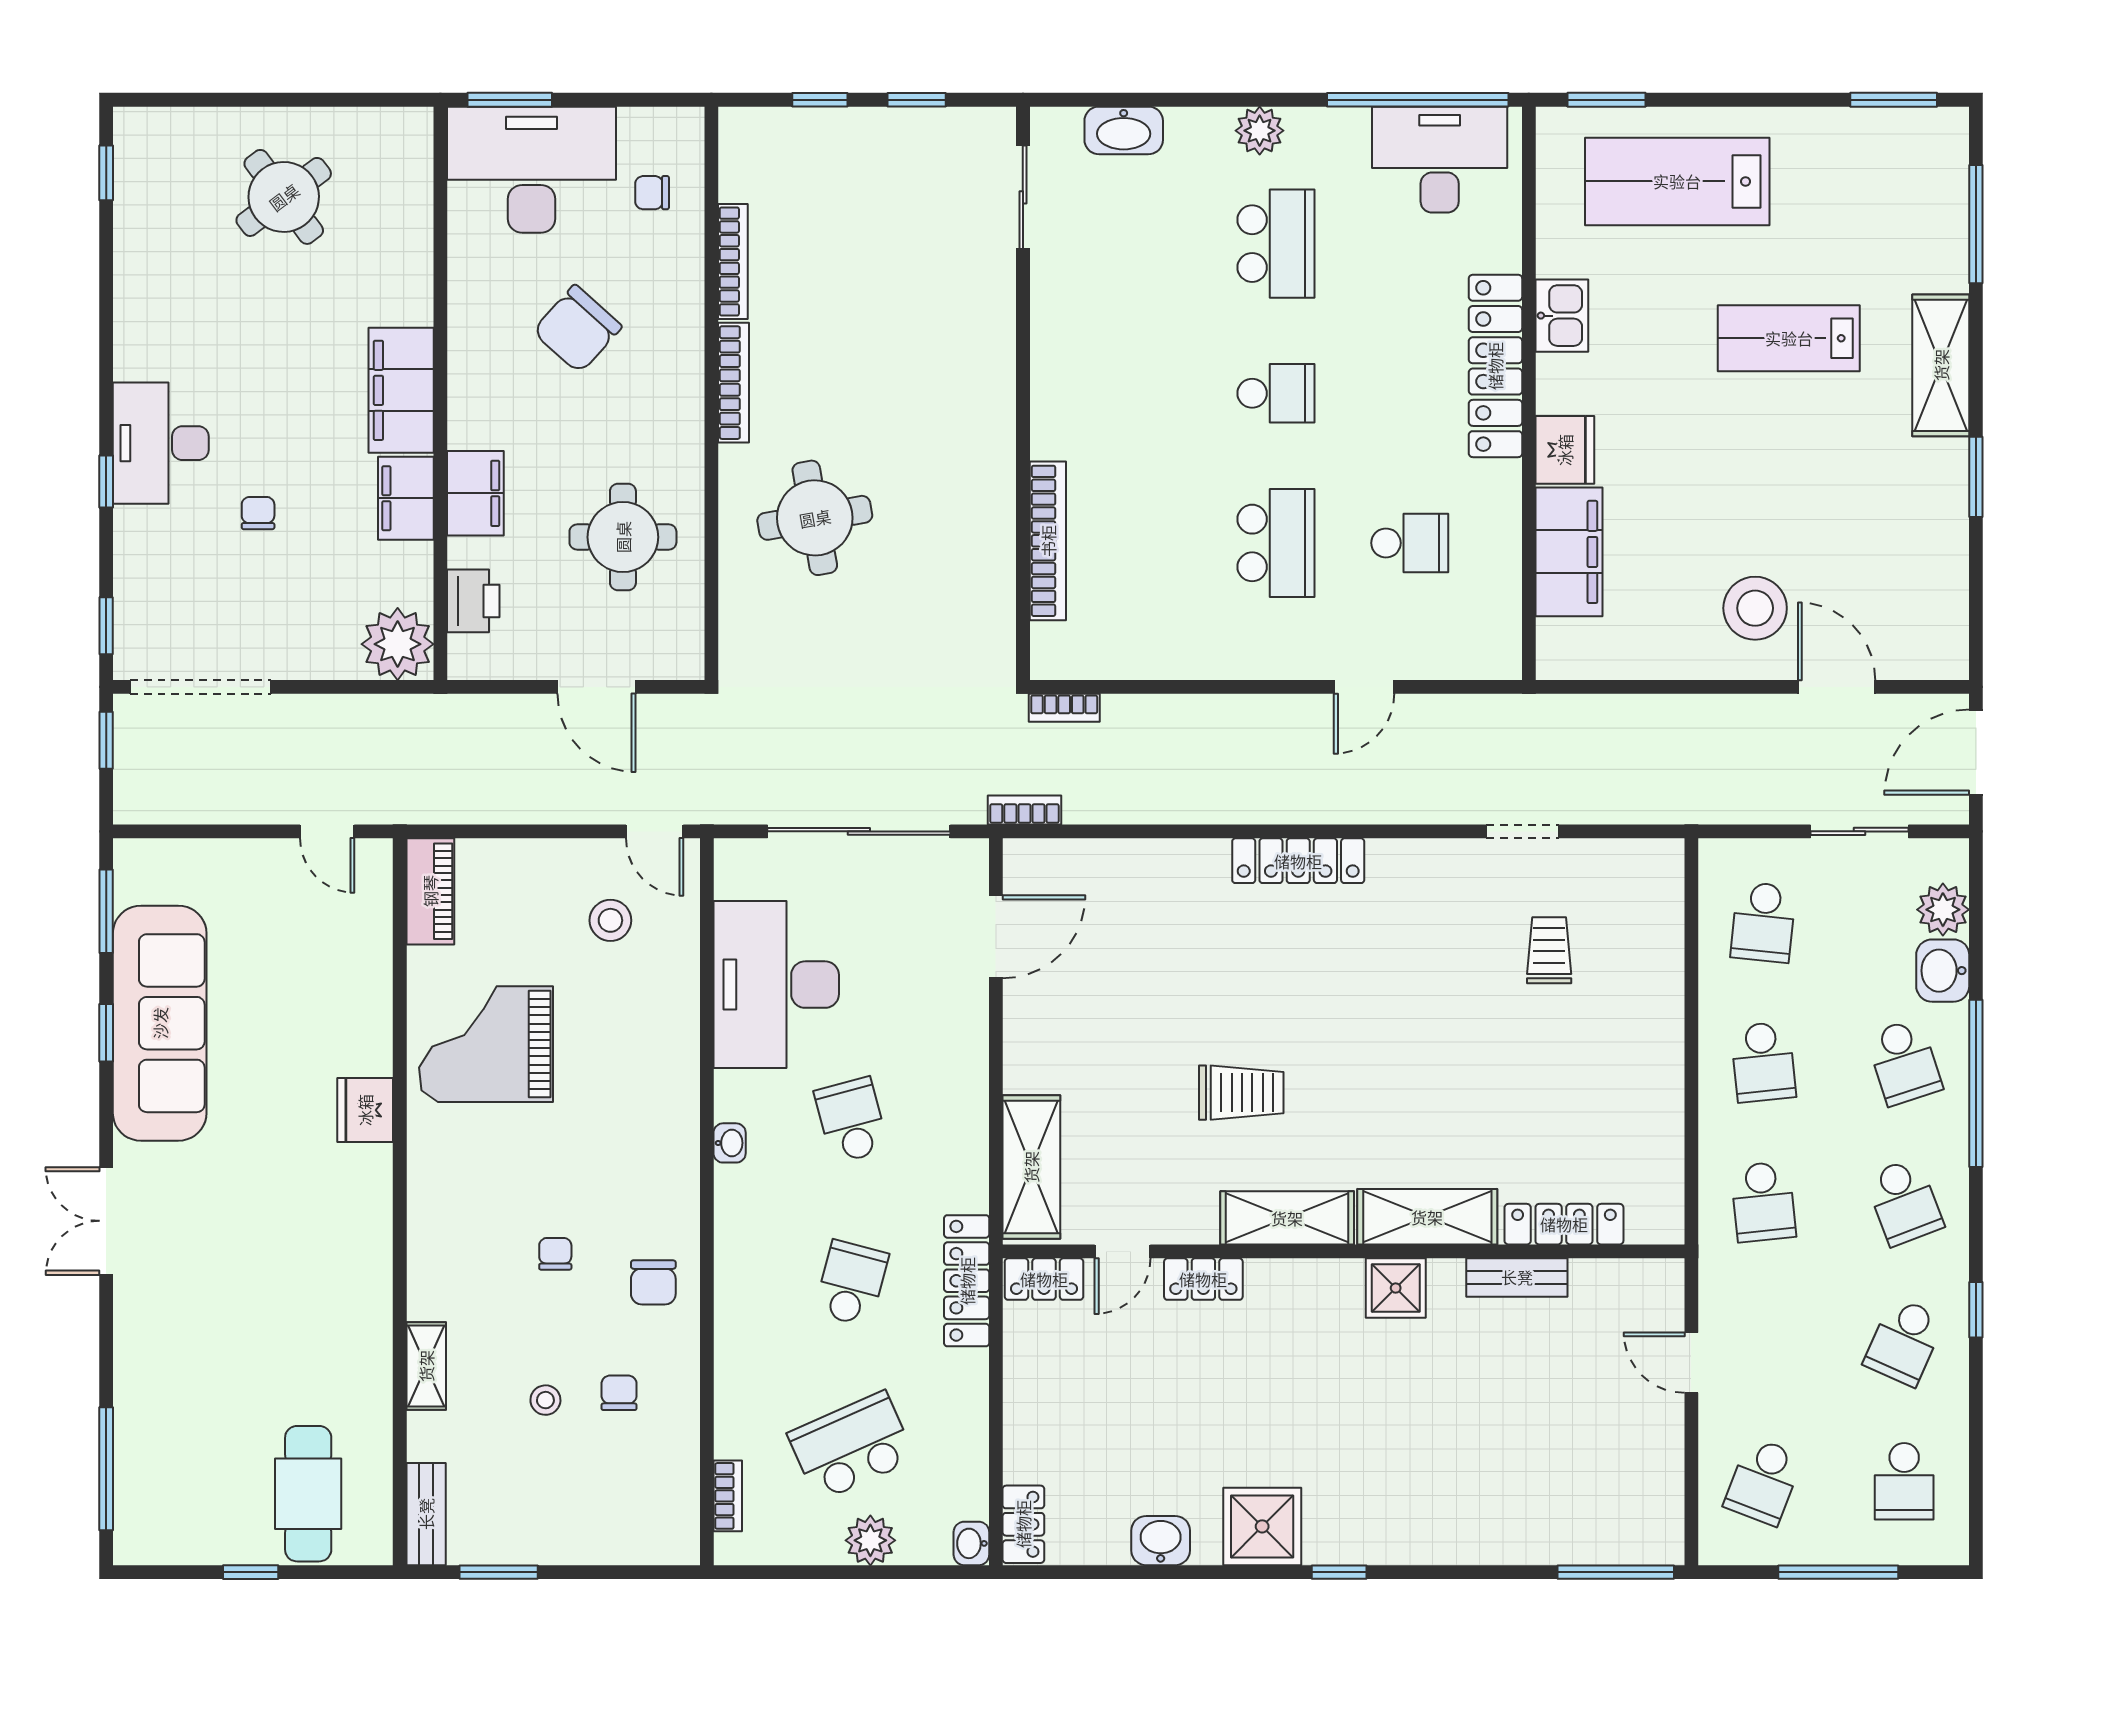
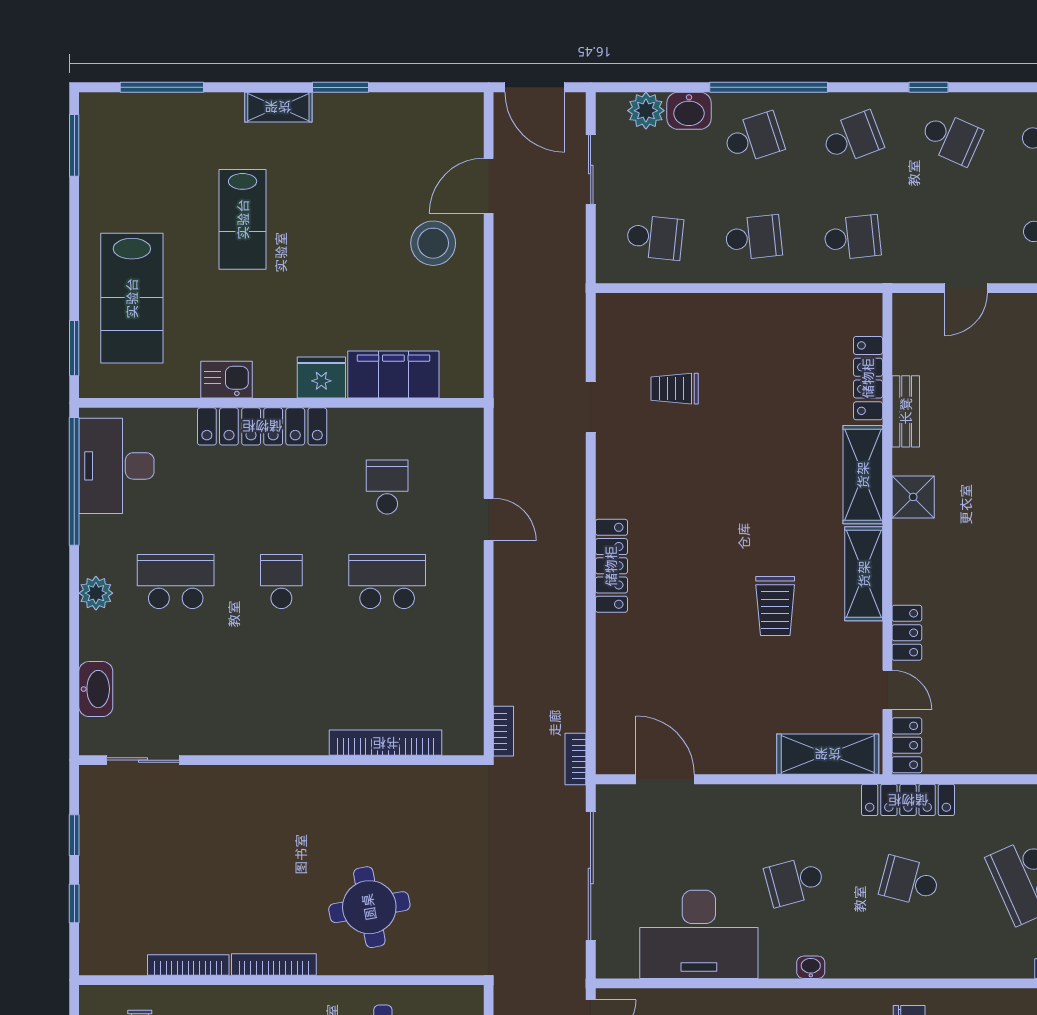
shelving: (1941, 365) -> (278, 107), width x0.67, depth x0.75
trolley: (1241, 1093) -> (775, 606), turned 180

